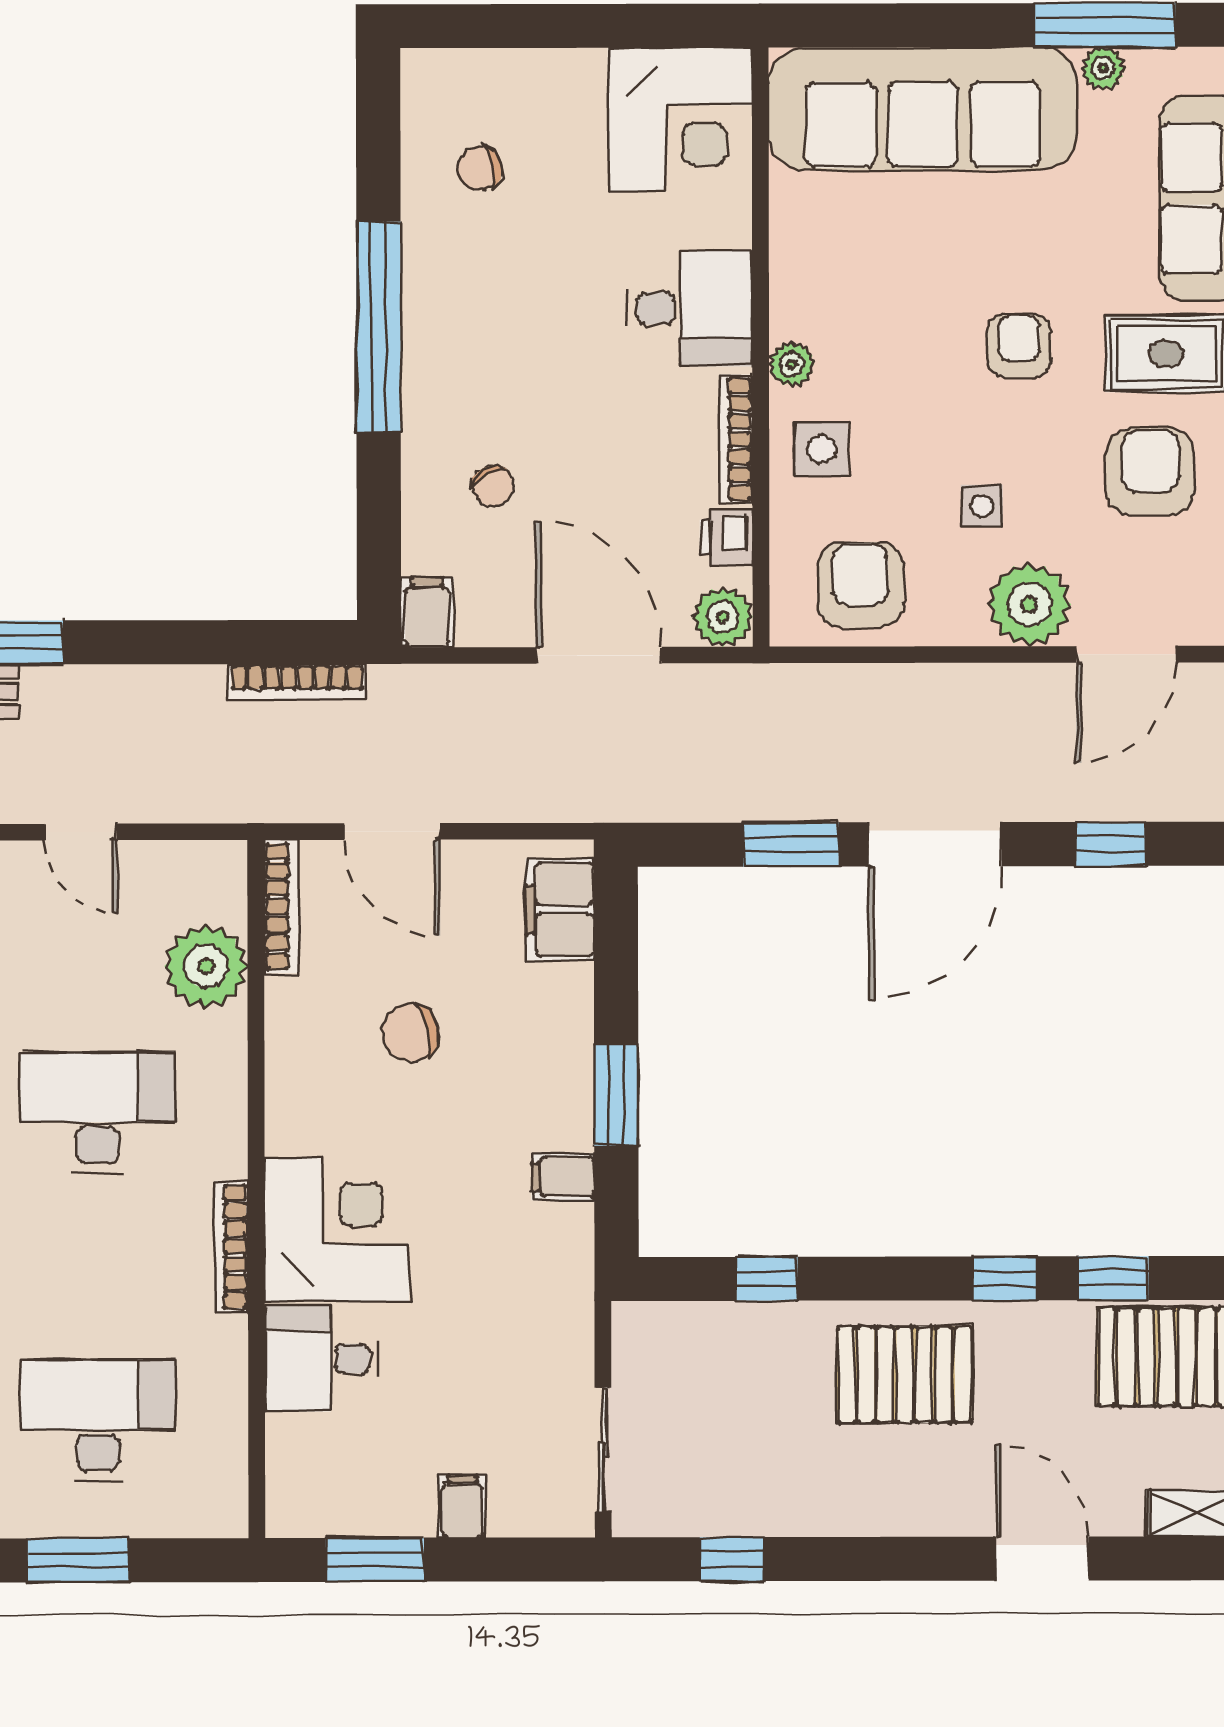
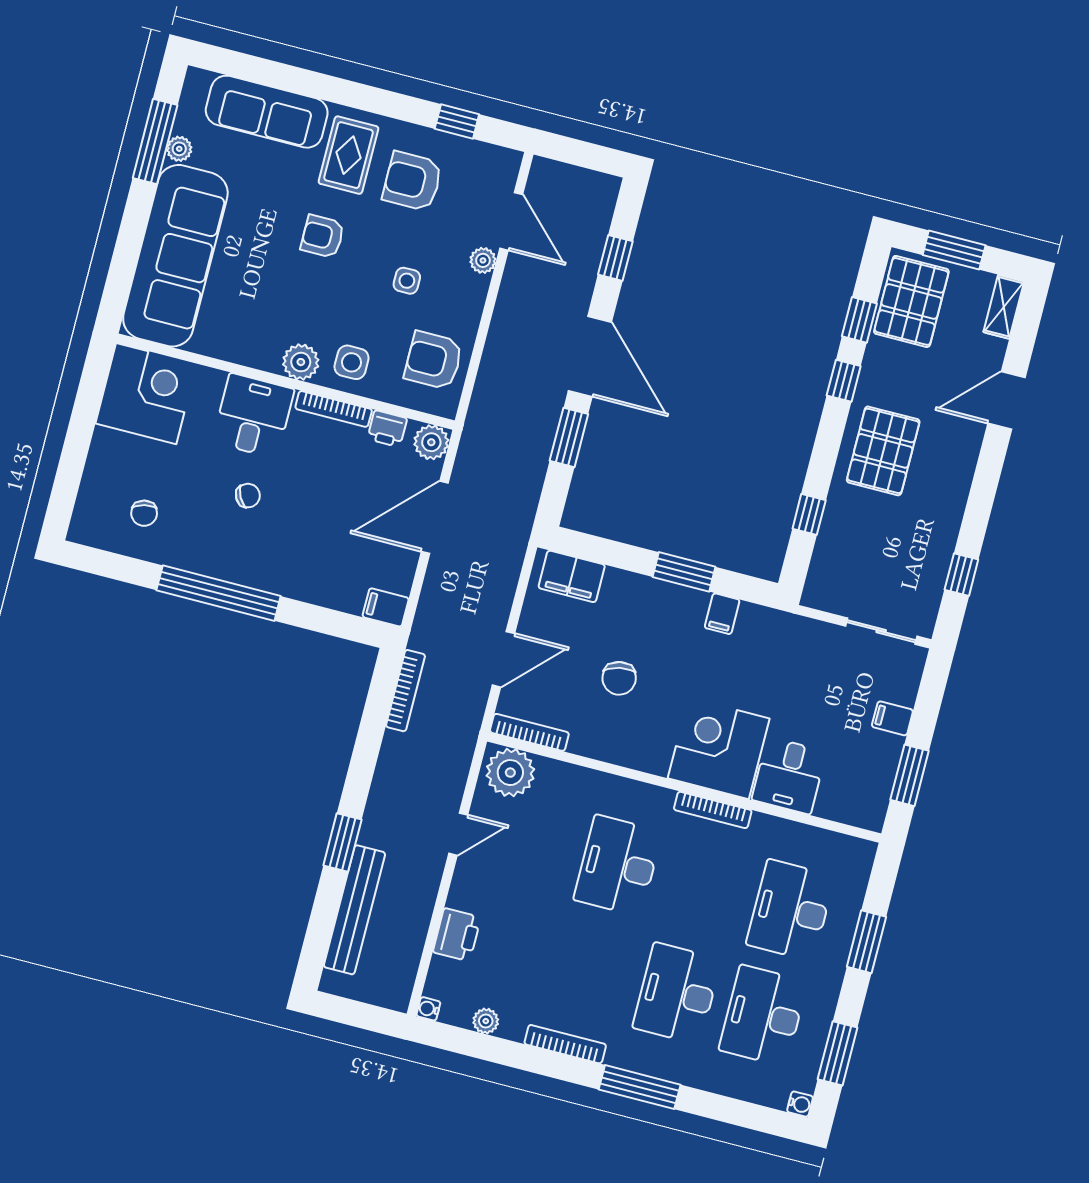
plant: (791, 364) -> (301, 362), width x1.38, depth x1.38
chair: (493, 486) -> (248, 496), moved
plant: (1029, 605) -> (483, 260), width x0.53, depth x0.53
plant: (206, 966) -> (510, 773), moved

